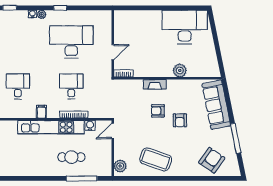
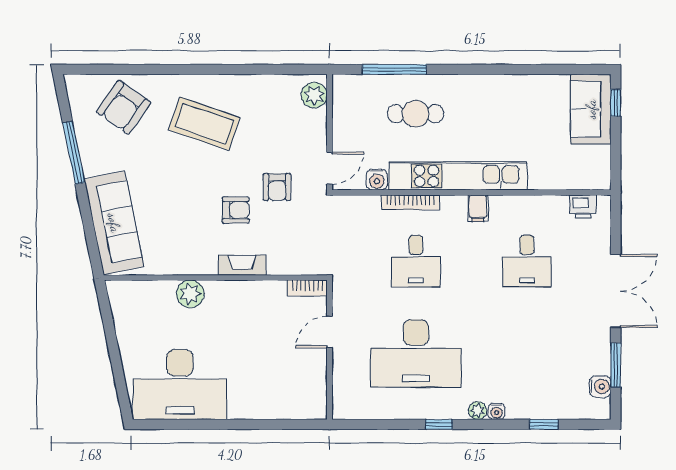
armchair: (180, 120) -> (277, 187), moved, turned 180
coffee table: (156, 159) -> (204, 124), moved

